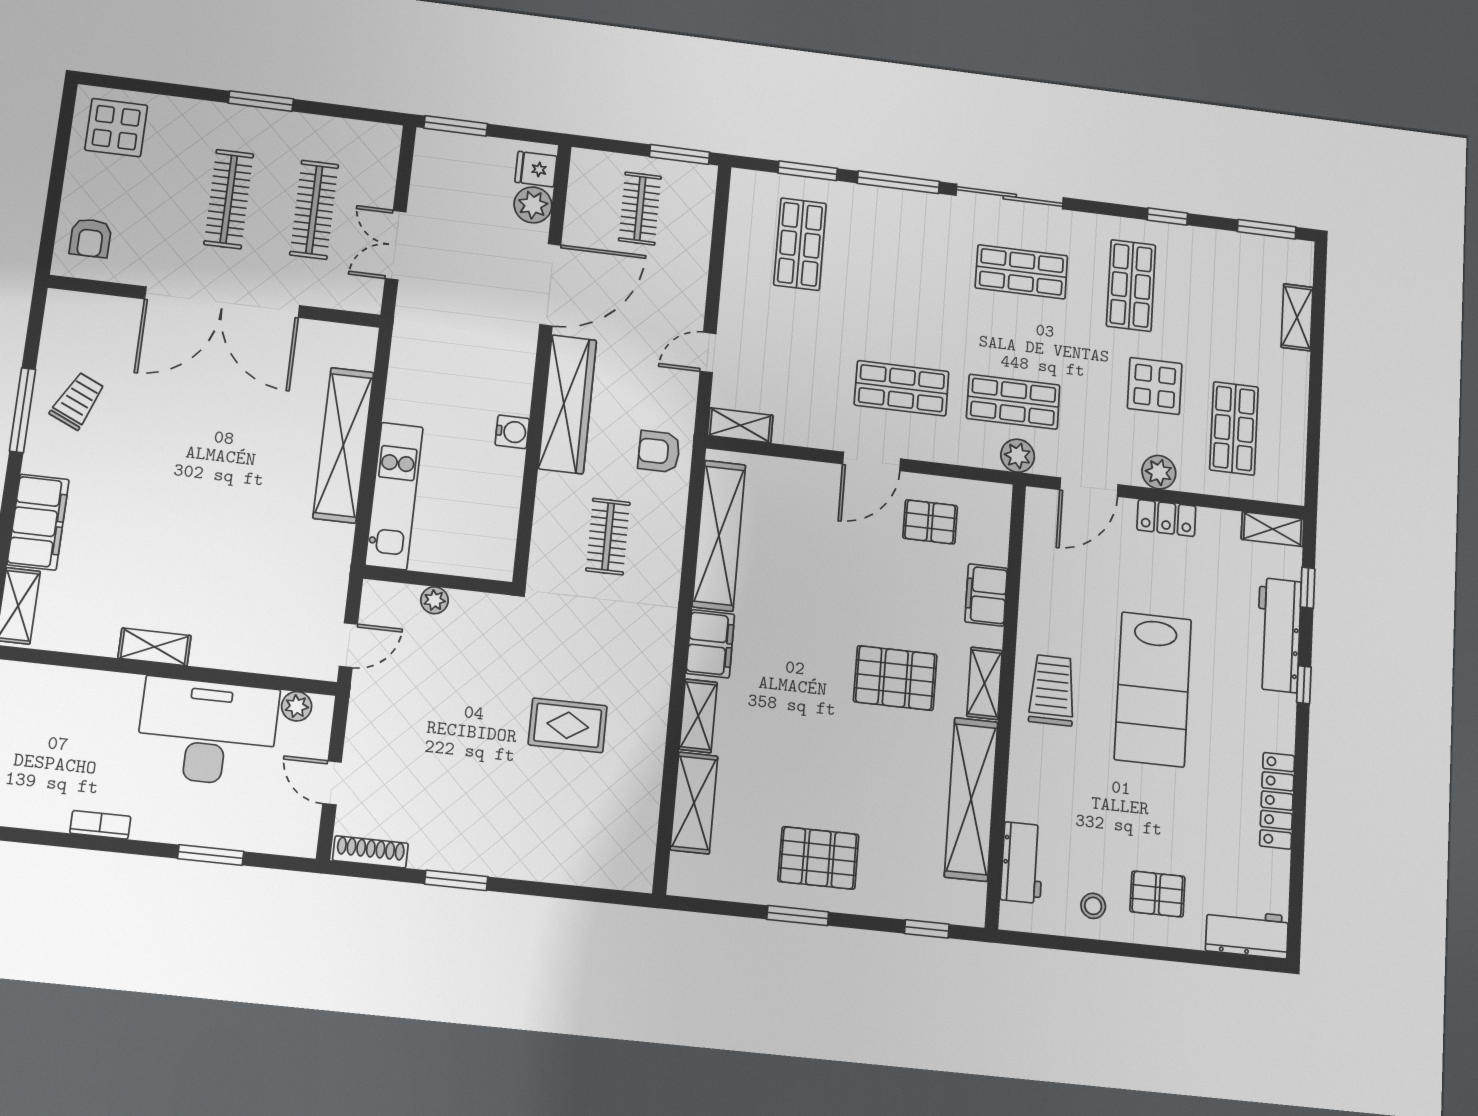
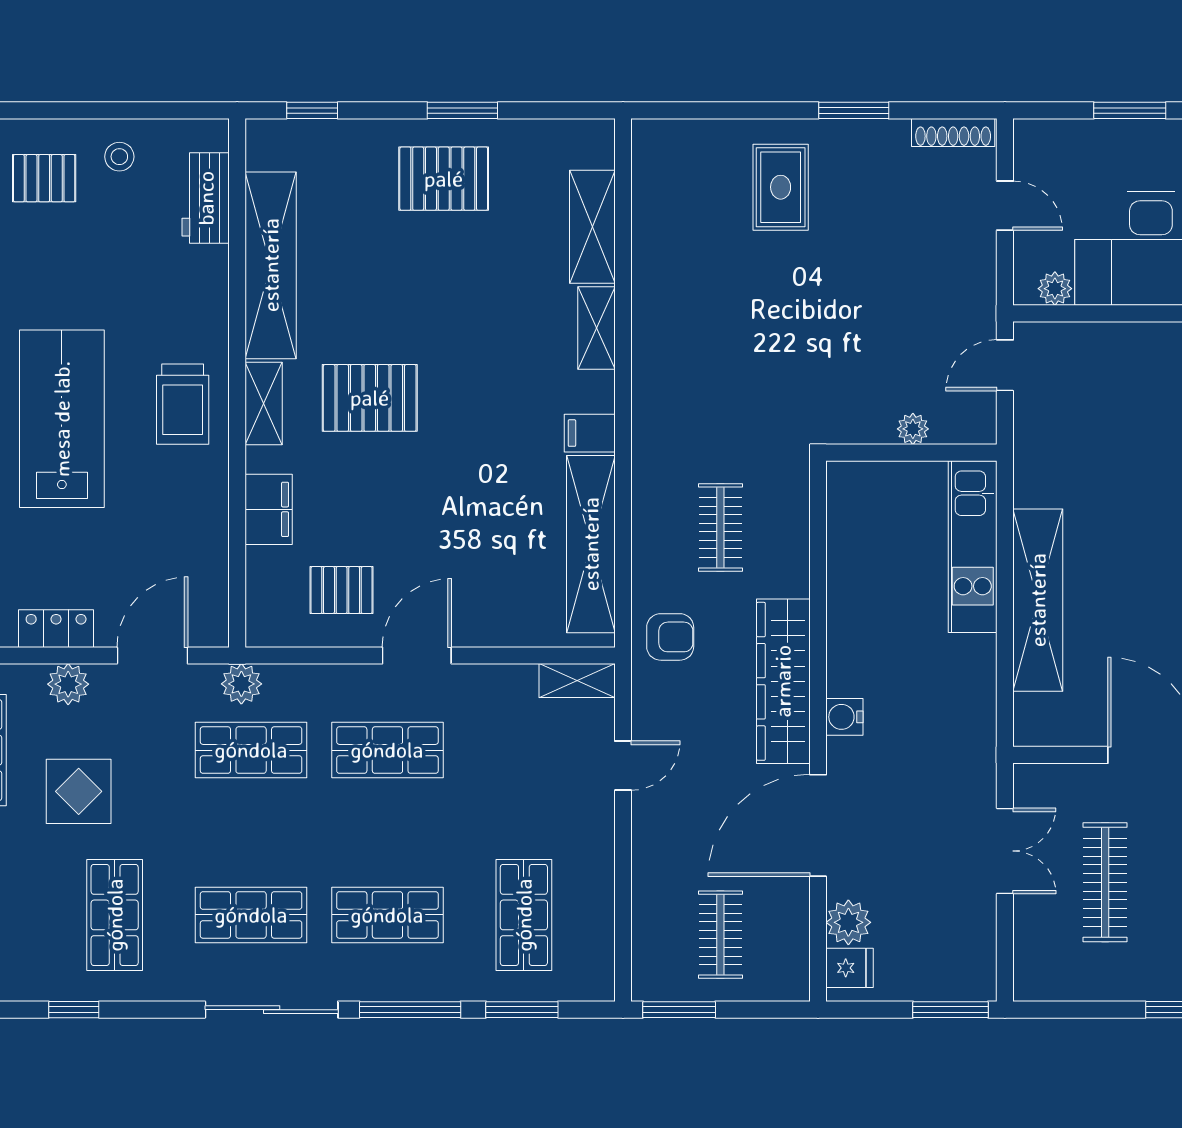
shop shelf: (911, 258) -> (387, 915), added
water cooler: (512, 432) -> (844, 717), moved
filing cabinet: (710, 644) -> (590, 433), width x0.50
rug: (568, 725) -> (781, 187), moved, turned 90

